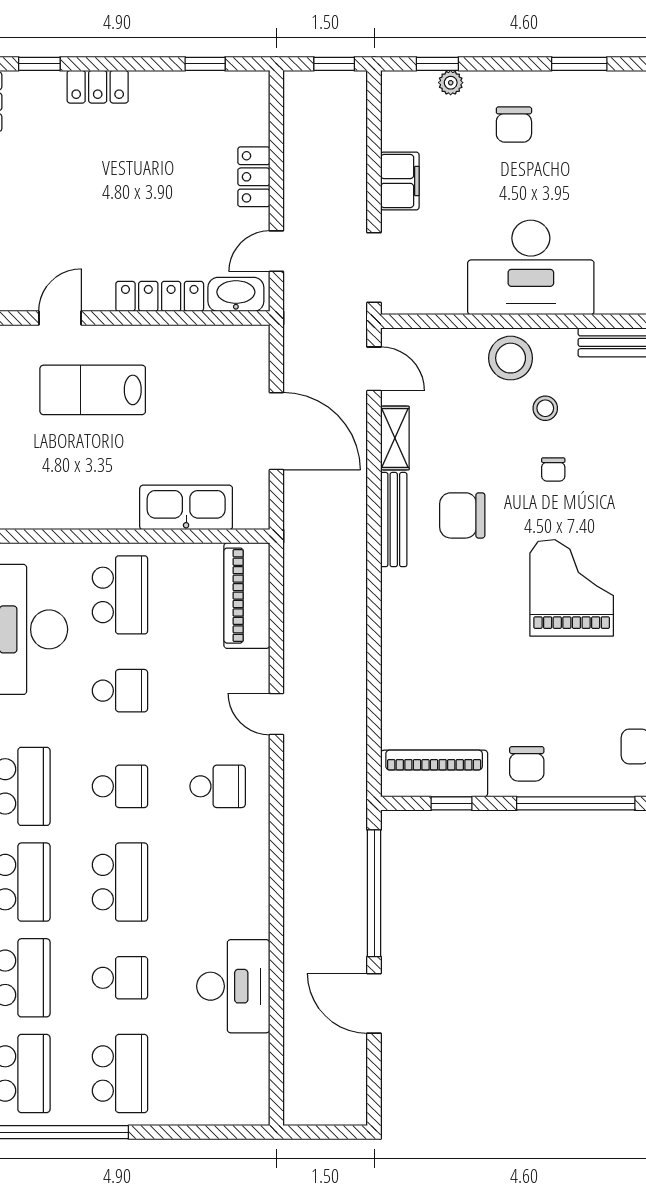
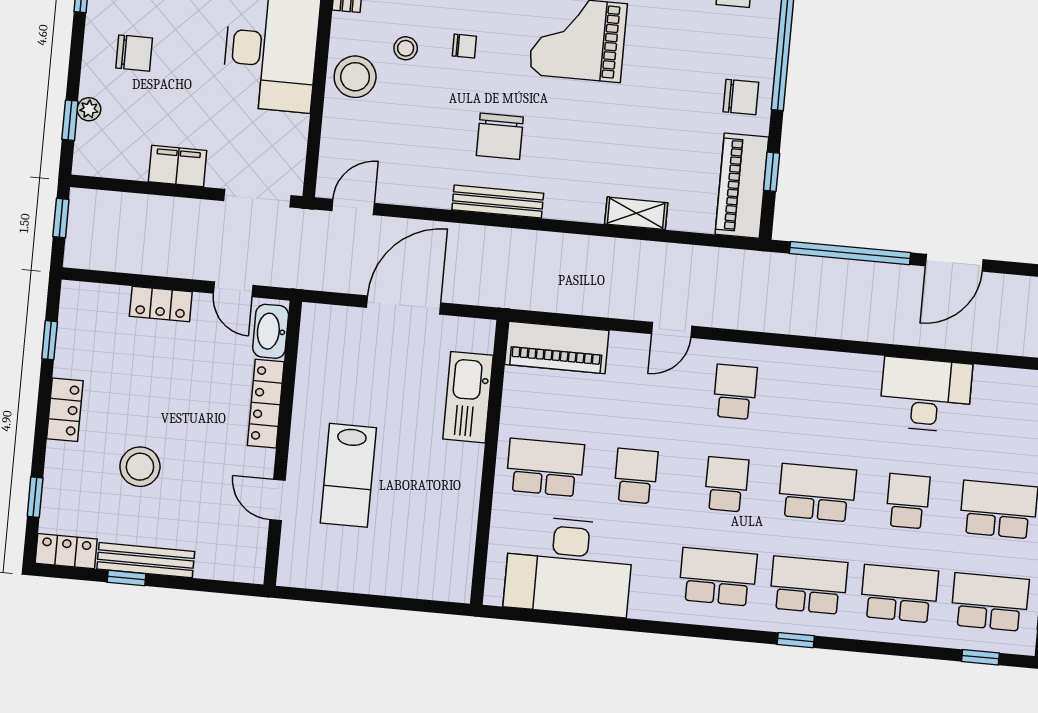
locker: (98, 87) -> (65, 410), moved
stool: (82, 171) -> (140, 467), added
shelving: (395, 438) -> (636, 213), moved

